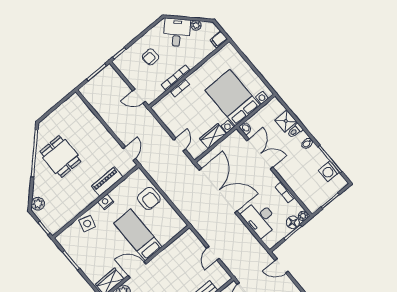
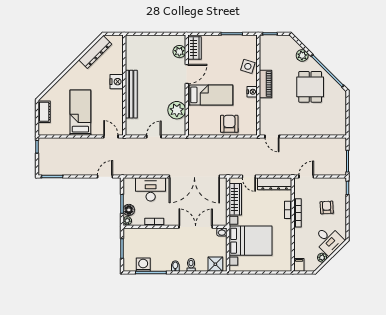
dresser: (167, 118) -> (275, 184), added
shower: (286, 121) -> (215, 264), moved
wardrobe: (213, 136) -> (235, 199), width x1.50
double door: (260, 154) -> (196, 227), swing flipped
dining table: (60, 156) -> (310, 87), turned 90
piano: (107, 181) -> (265, 84), moved
armchair: (149, 198) -> (229, 124), turned 90
plant: (38, 204) -> (302, 55), moved
plant: (175, 253) -> (177, 110), added
door: (213, 253) -> (154, 136), hinge flipped

